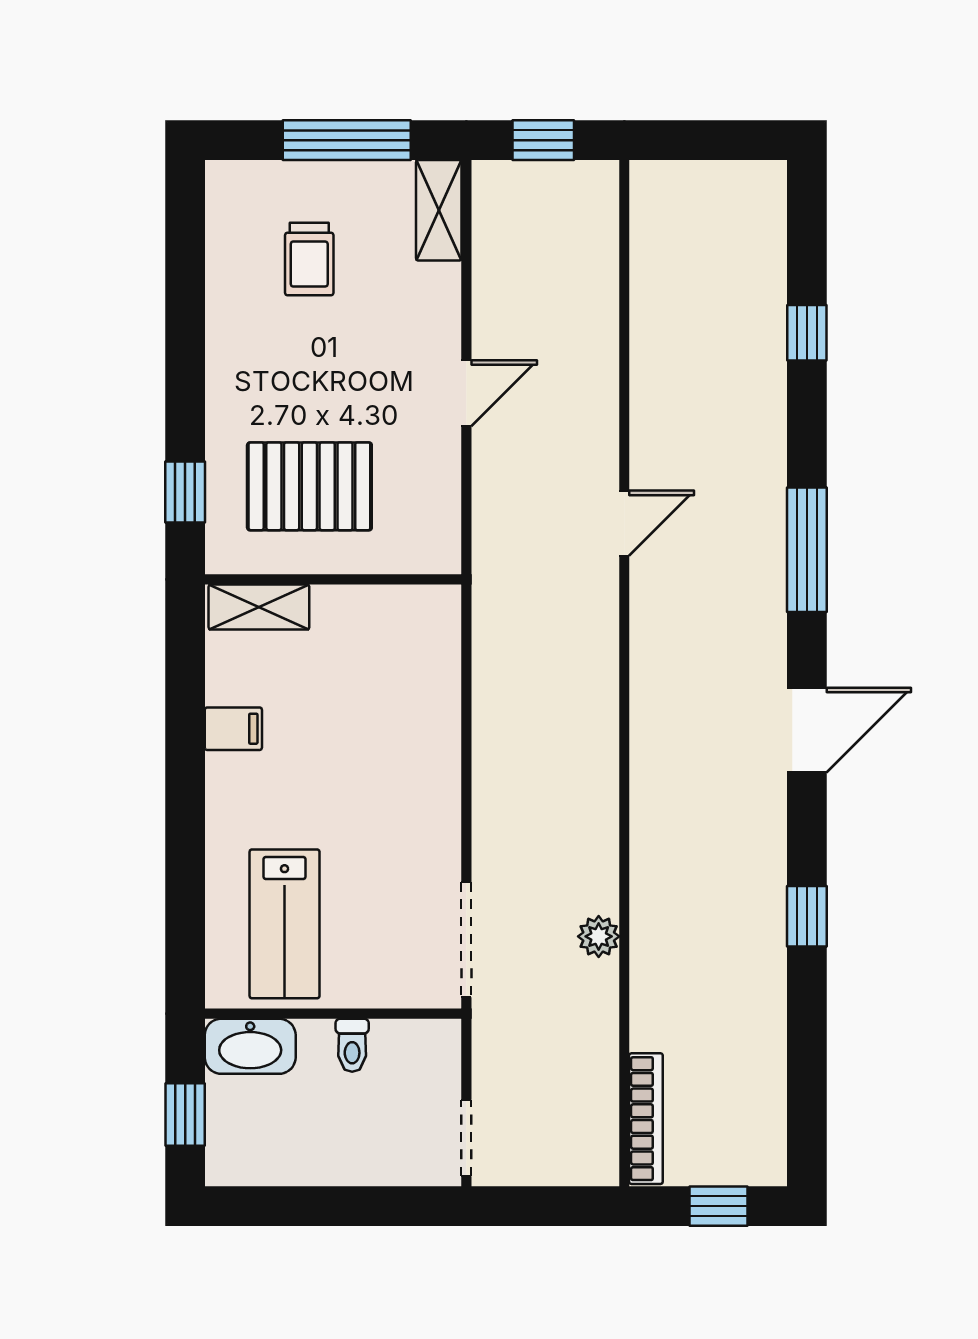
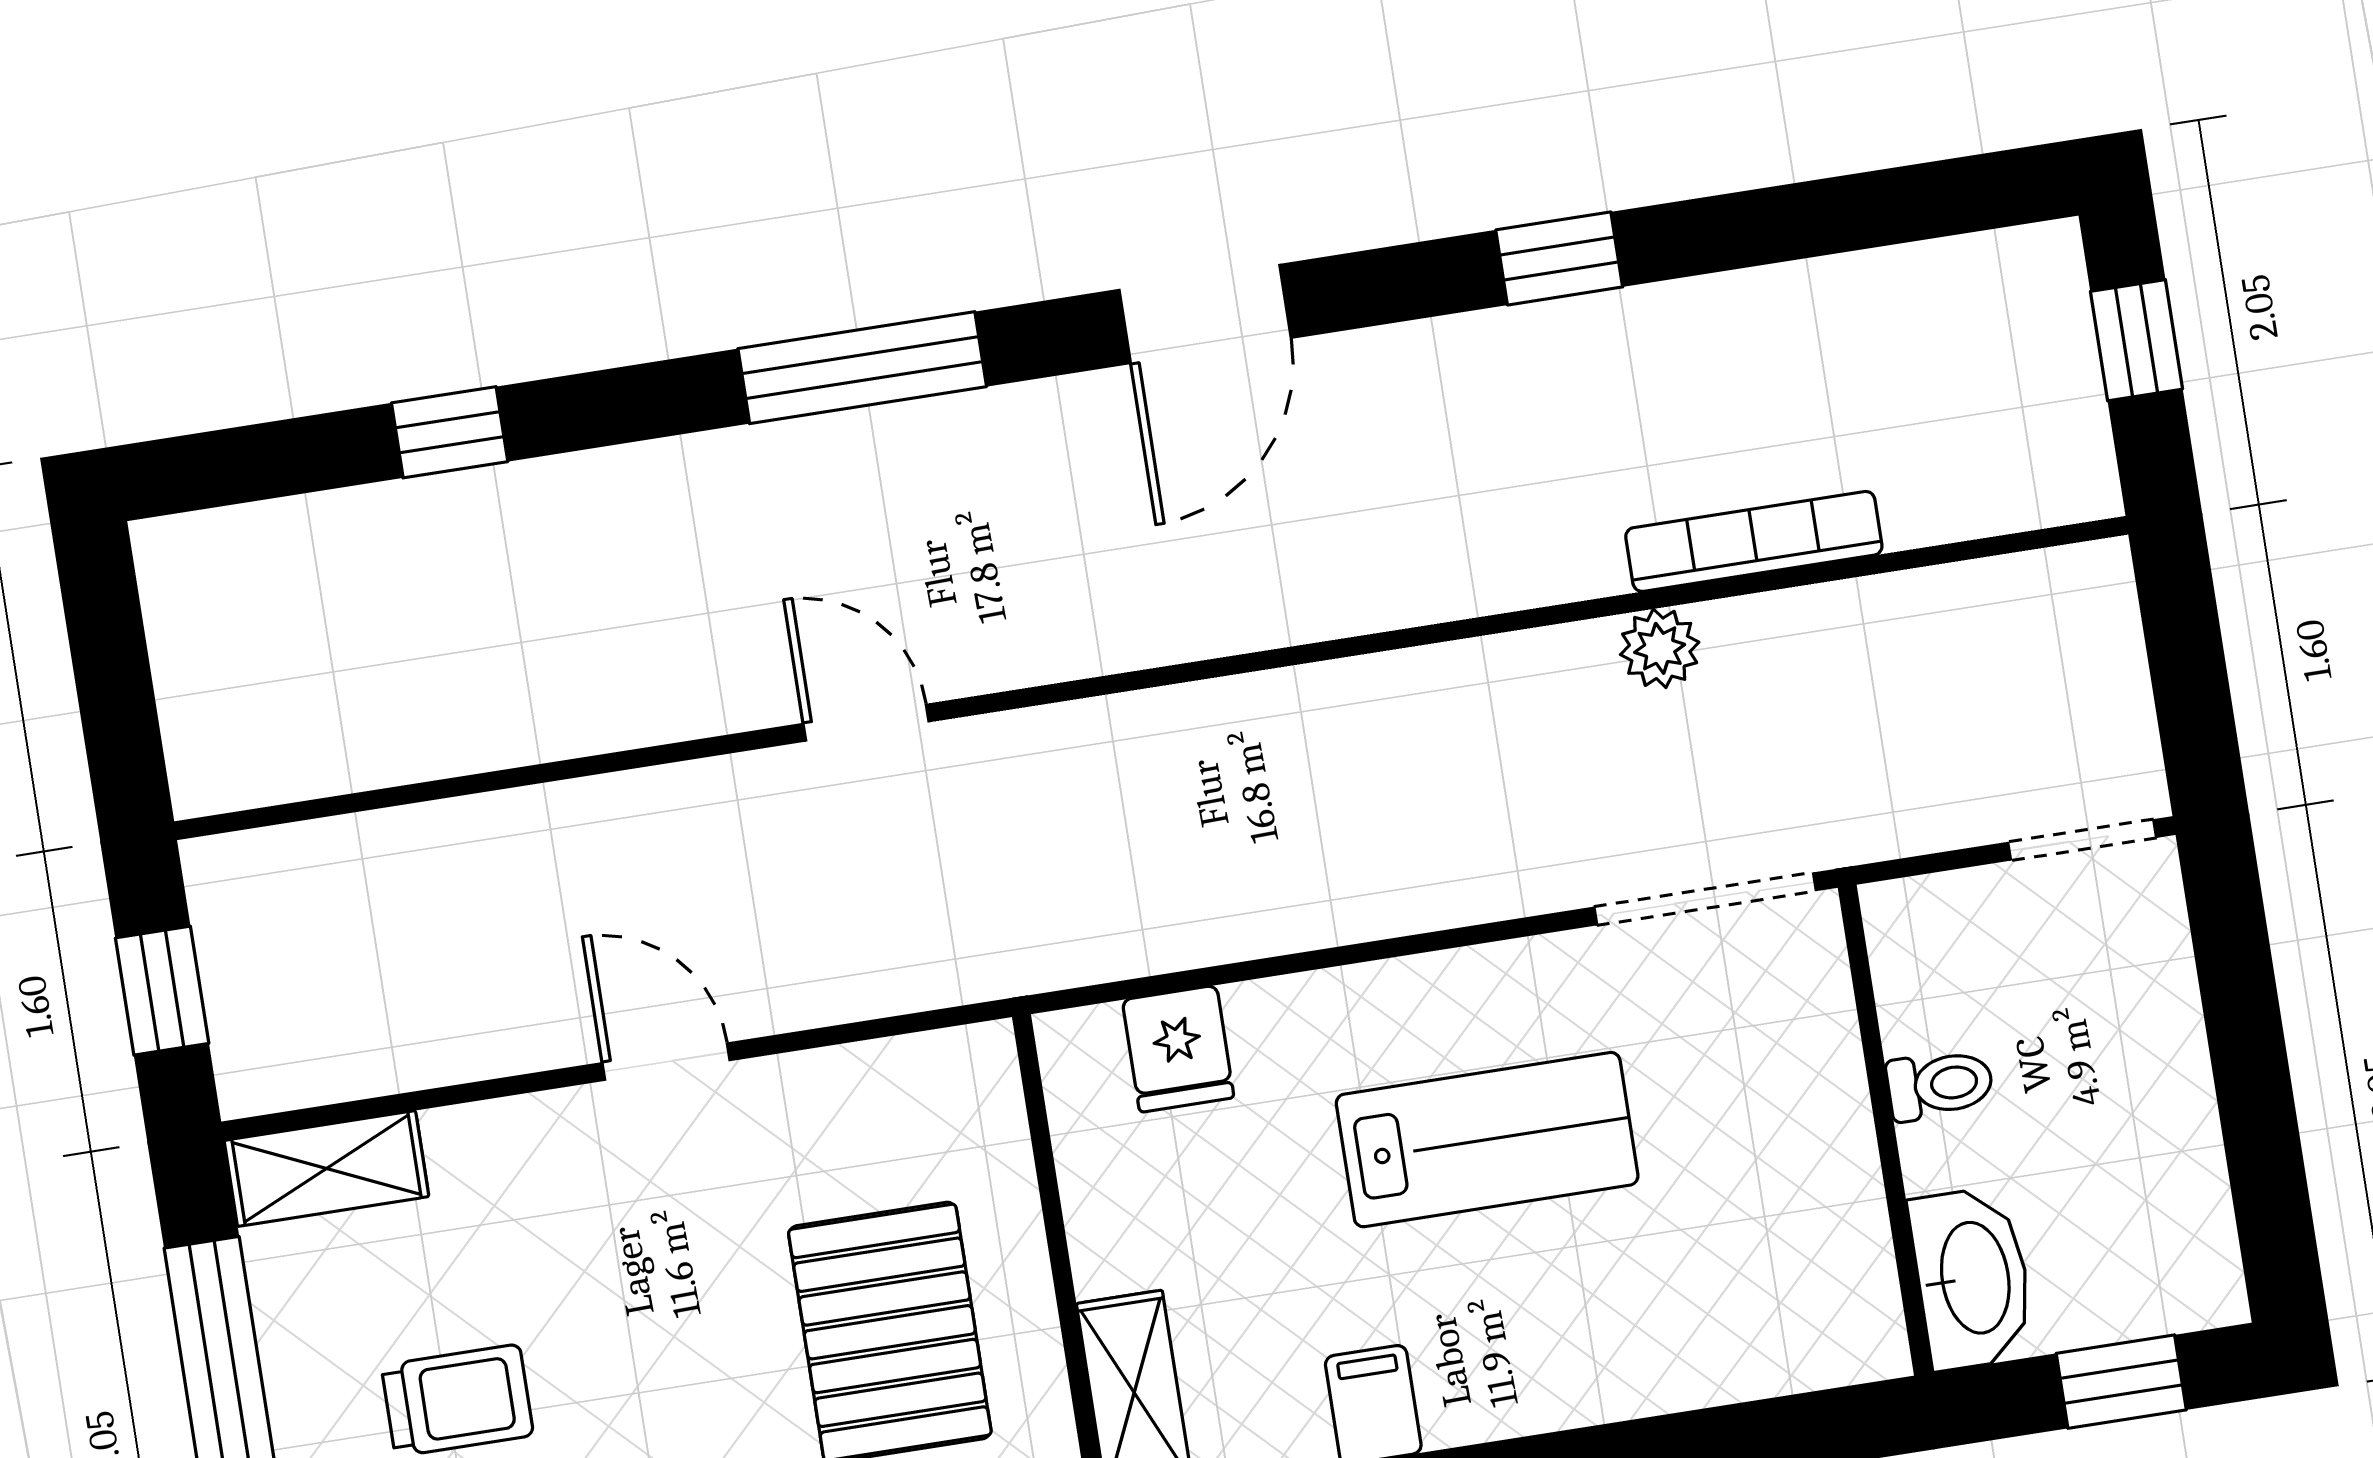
fridge: (432, 657) -> (1178, 1049), added
door: (807, 730) -> (1205, 314), swing flipped
lab bench: (285, 924) -> (1487, 1140), moved
bookcase: (646, 1119) -> (1754, 541), moved

